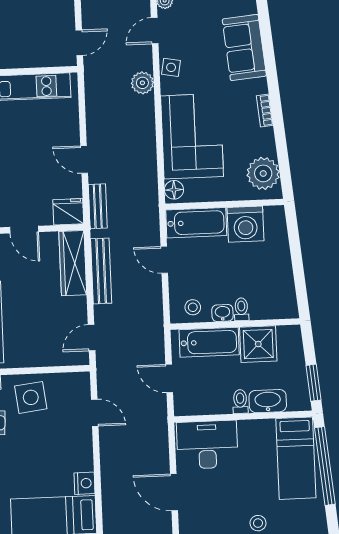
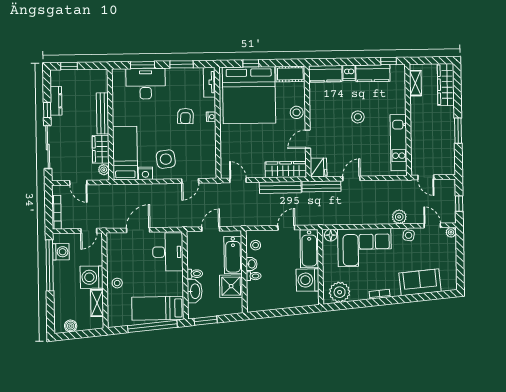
bench: (98, 206) -> (321, 186), width x1.36
side table: (31, 397) -> (166, 159), moved

